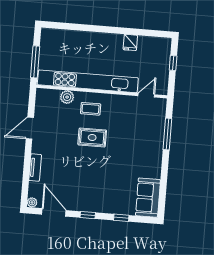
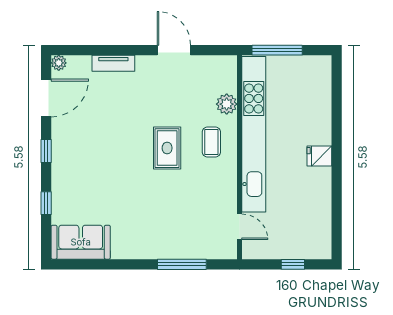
fridge: (130, 42) -> (319, 156), moved

